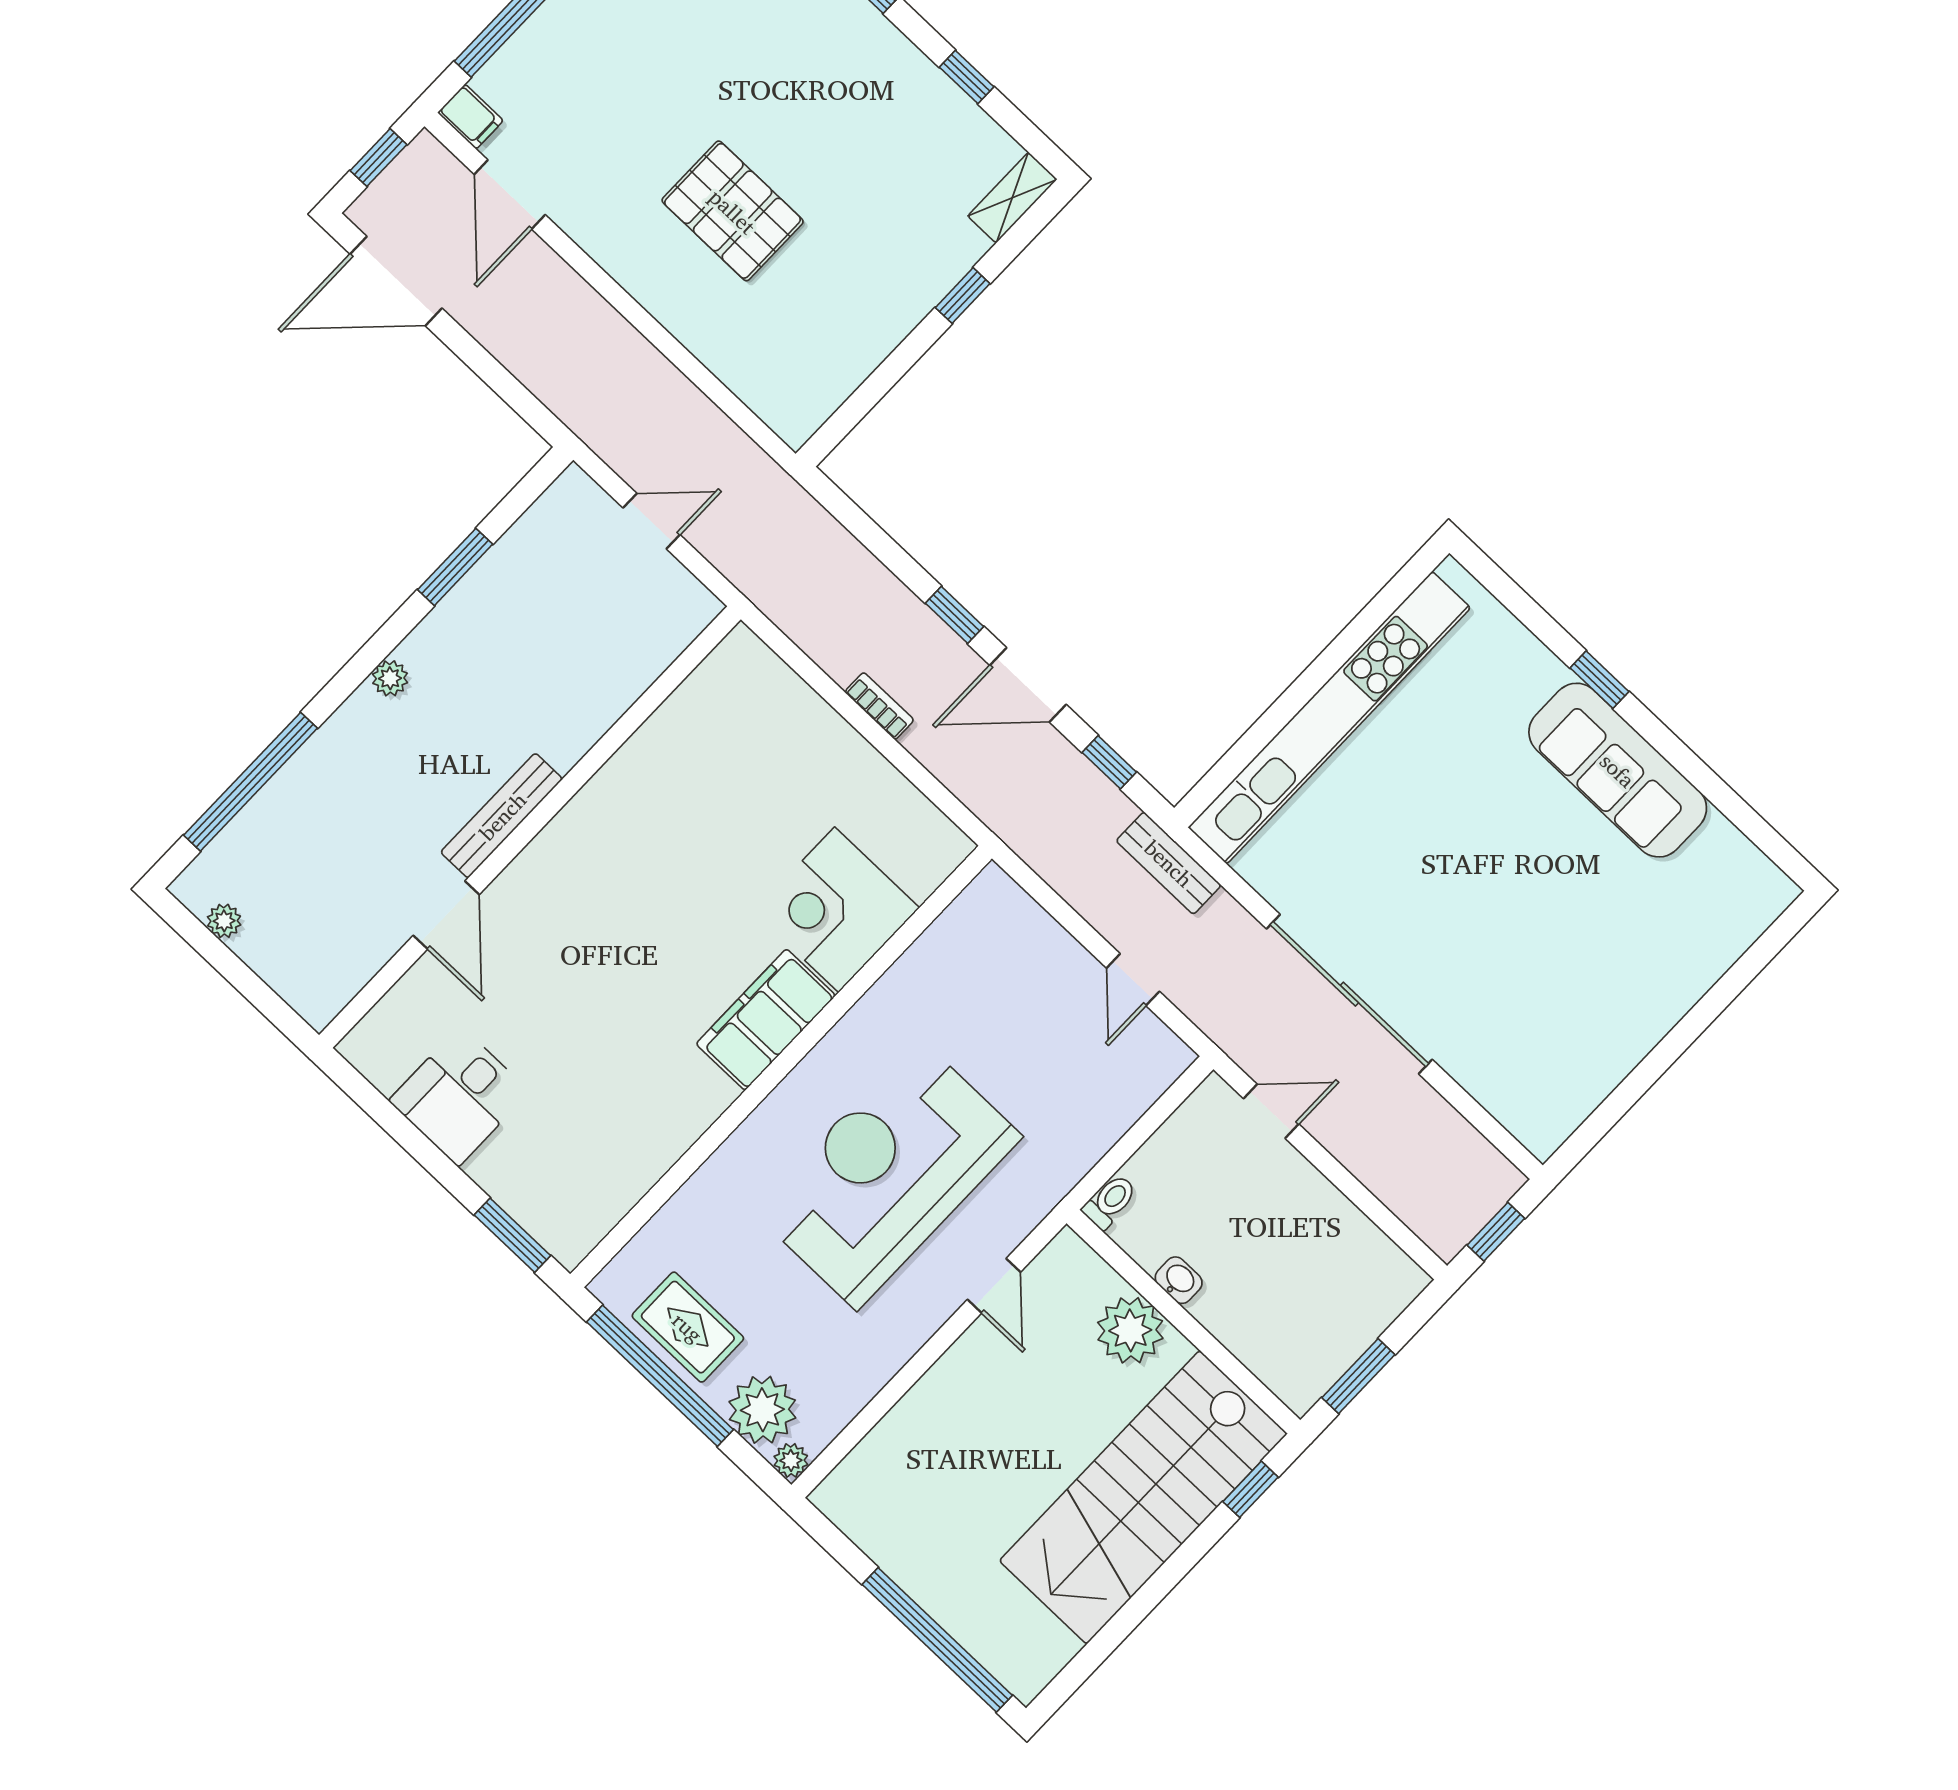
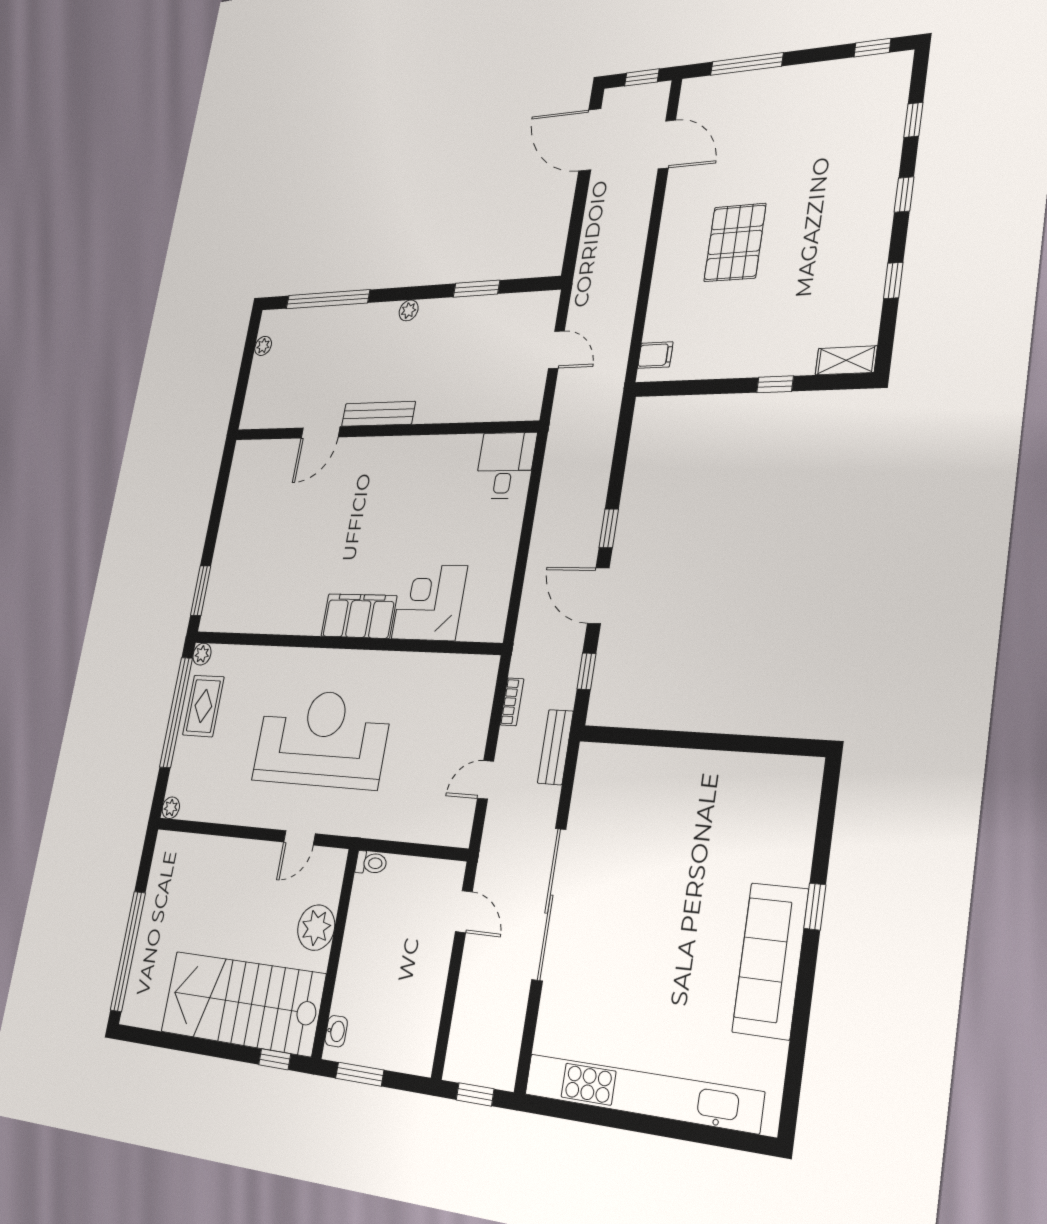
filing cabinet: (471, 117) -> (655, 355), moved, turned -90
door: (510, 195) -> (667, 144), swing flipped
bookcase: (879, 706) -> (512, 702), moved
kitchen unit: (1329, 718) -> (641, 1093), moved, turned 180
desk: (459, 1096) -> (505, 465), moved, turned 90
washbasin: (1179, 1280) -> (336, 1031), moved
plant: (762, 1410) -> (202, 654), moved, width x0.53, depth x0.53

